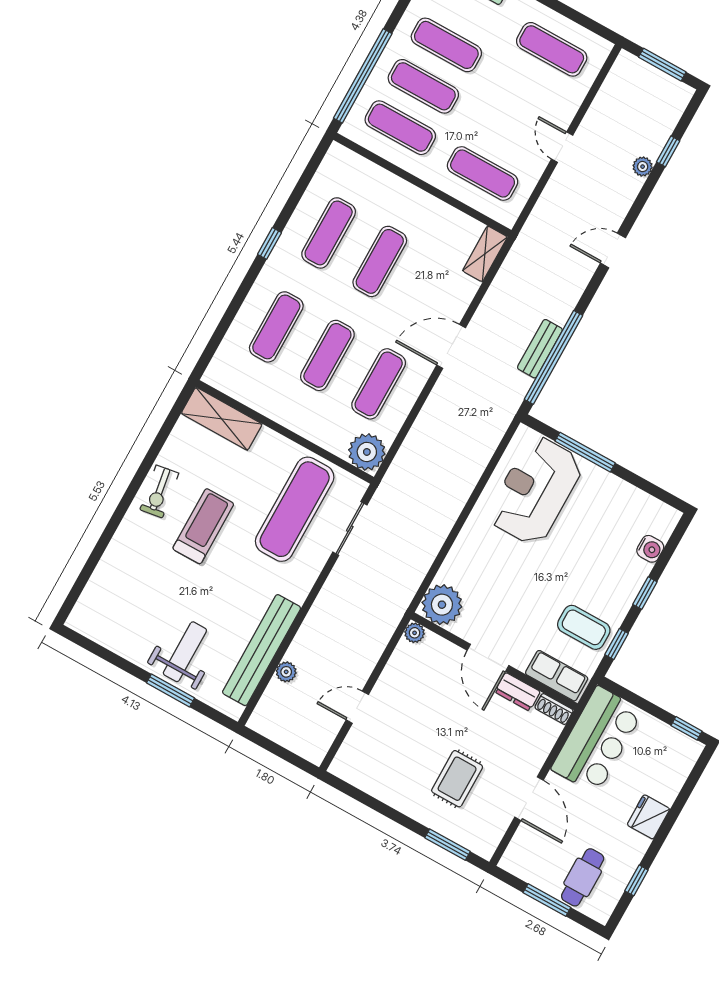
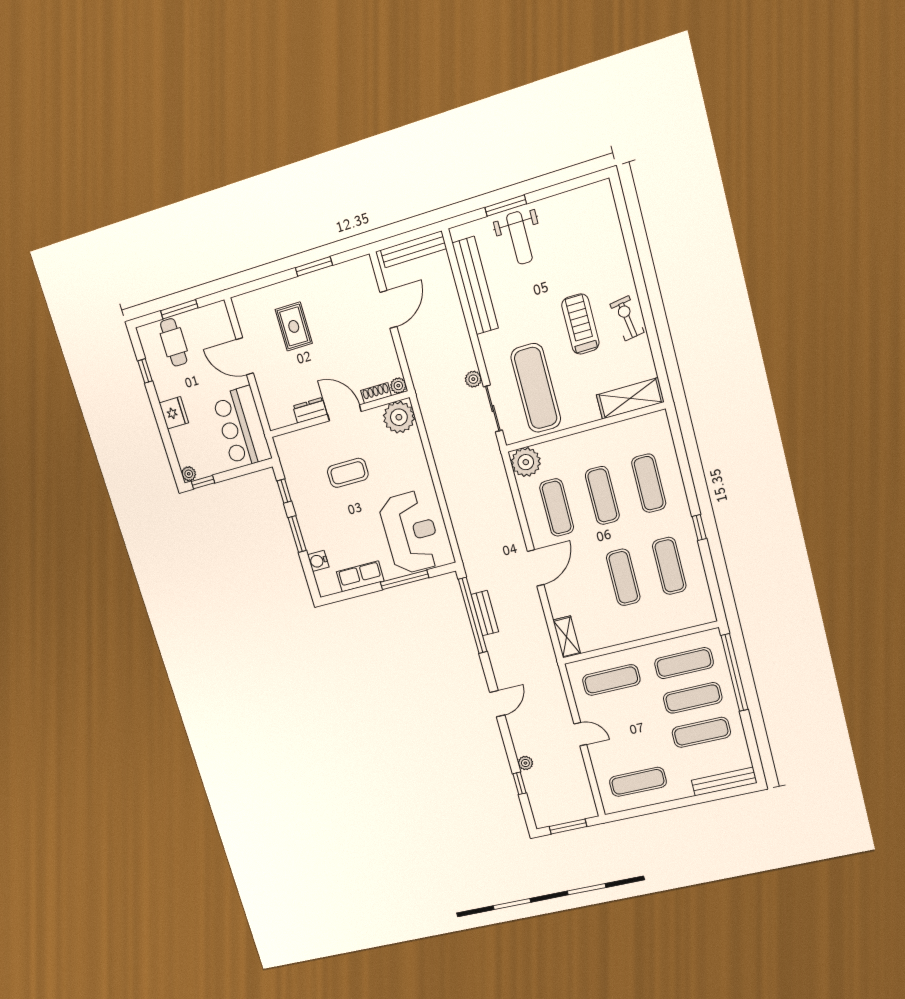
treadmill: (203, 526) -> (580, 324), turned 180
window: (645, 593) -> (297, 534), width x1.50
coffee table: (584, 627) -> (348, 473), moved
plant: (286, 672) -> (473, 379), moved
row of seats: (557, 676) -> (360, 576), moved, turned 180
door: (357, 707) -> (388, 309), width x1.38
shoe rack: (554, 709) -> (376, 393), moved
bench: (285, 735) -> (413, 249), added
plant: (692, 749) -> (189, 474), added
window: (447, 845) -> (314, 266), moved

